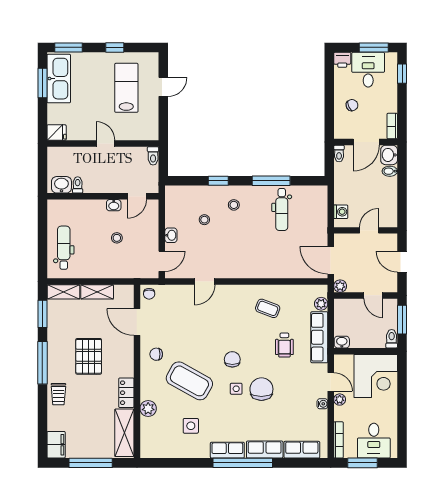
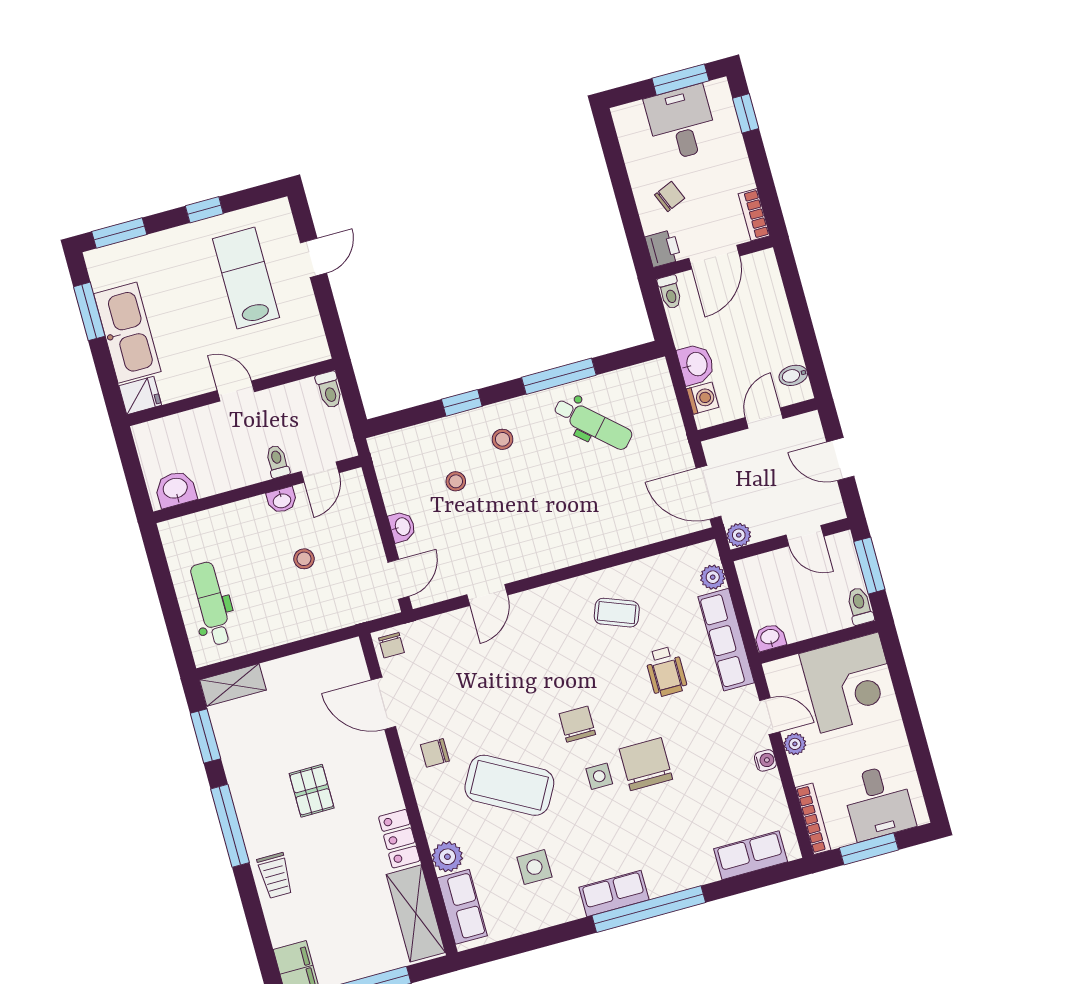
printer: (342, 60) -> (663, 248), moved, turned -90
kitchen sink: (59, 79) -> (127, 333), moved
washbasin: (389, 155) -> (696, 364), moved, turned 180
bidet: (390, 171) -> (793, 375), moved
toilet: (78, 185) -> (277, 461), moved
dental chair: (282, 210) -> (593, 424), turned -48
shelving: (97, 292) -> (295, 668), removed
pallet: (89, 356) -> (312, 791), width x0.67, depth x0.71
row of seats: (265, 450) -> (462, 907), moved, turned 90

